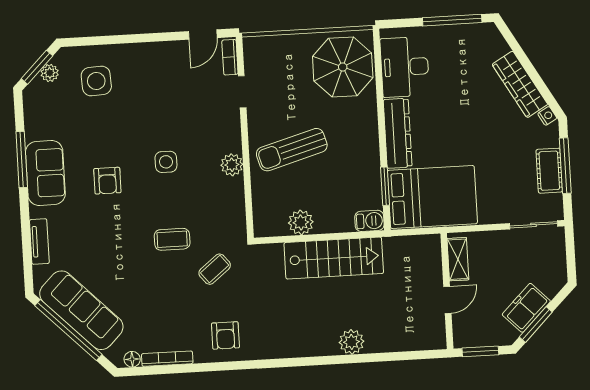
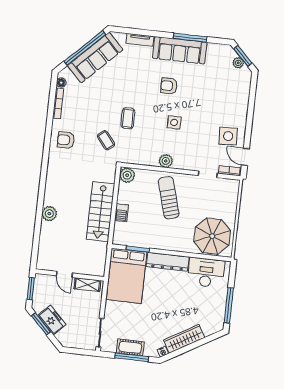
side table: (96, 81) -> (228, 136), moved
sofa: (45, 173) -> (180, 50), width x1.36
barbecue: (369, 221) -> (122, 213), moved
plant: (301, 222) -> (127, 175), moved

